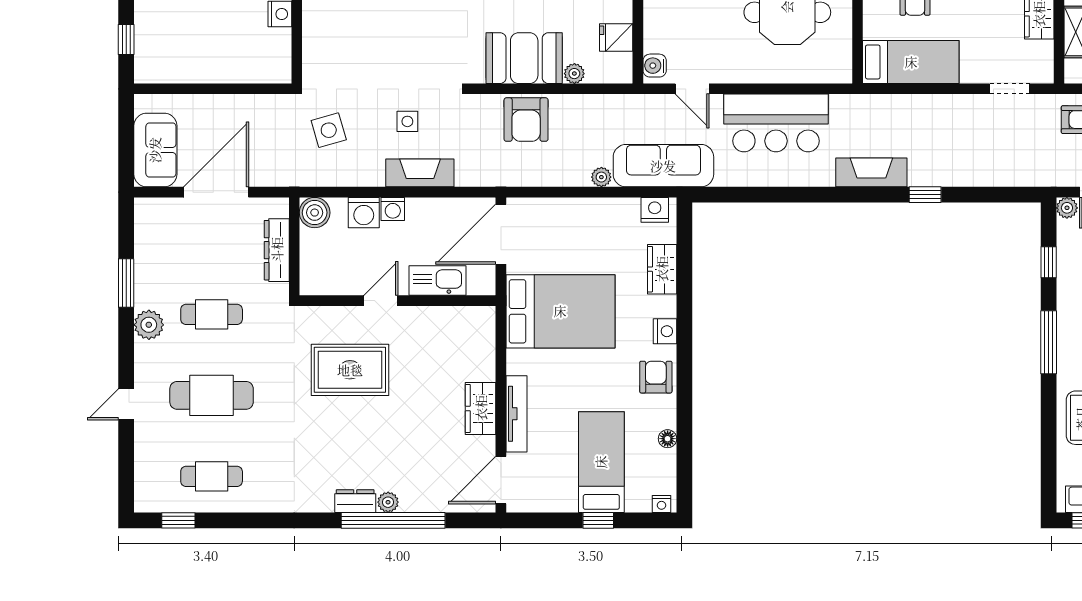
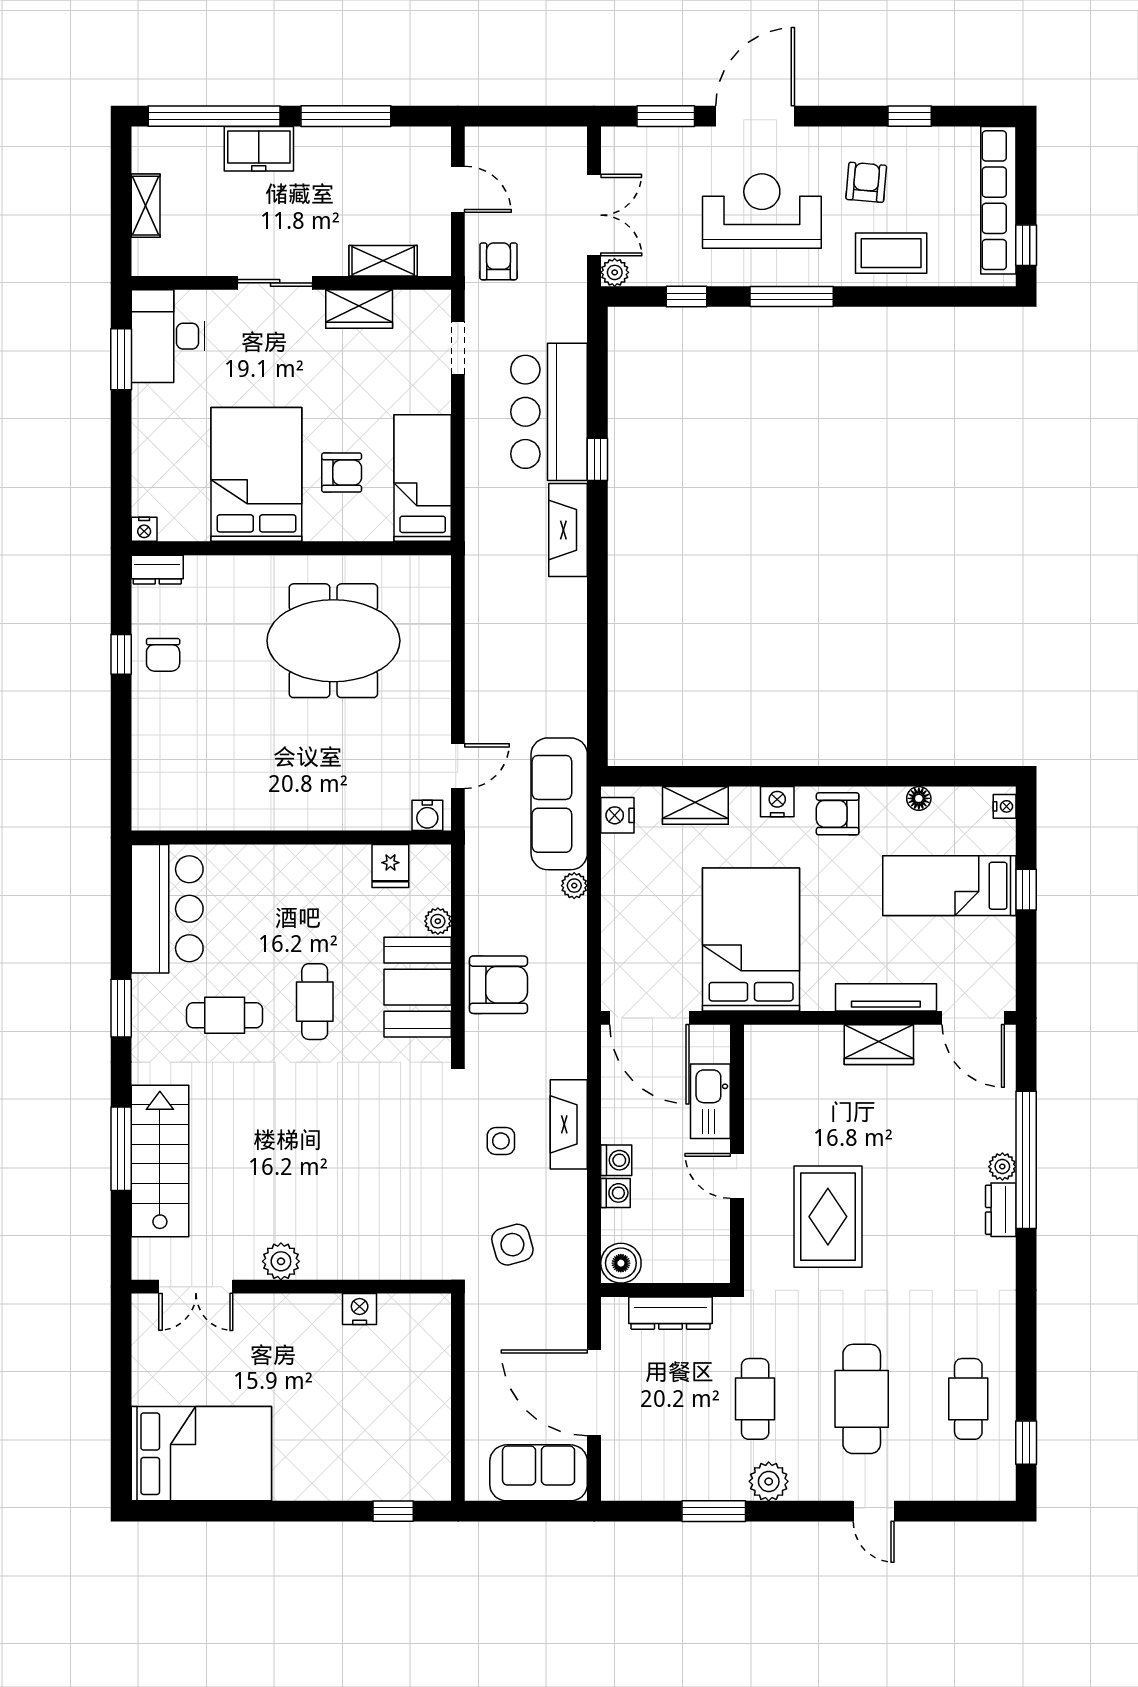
bar counter: (776, 123) -> (549, 412), moved, turned 180
washing machine: (364, 213) -> (615, 1193), width x0.73, depth x0.73

